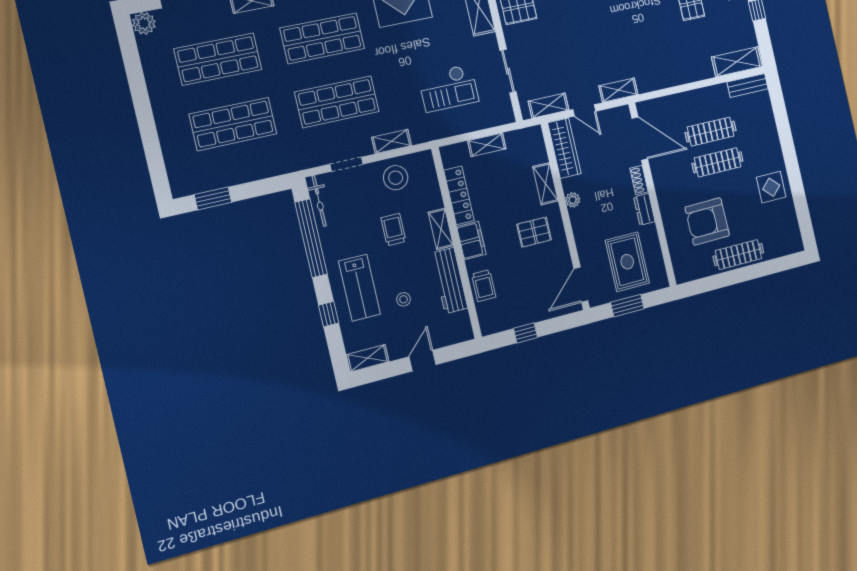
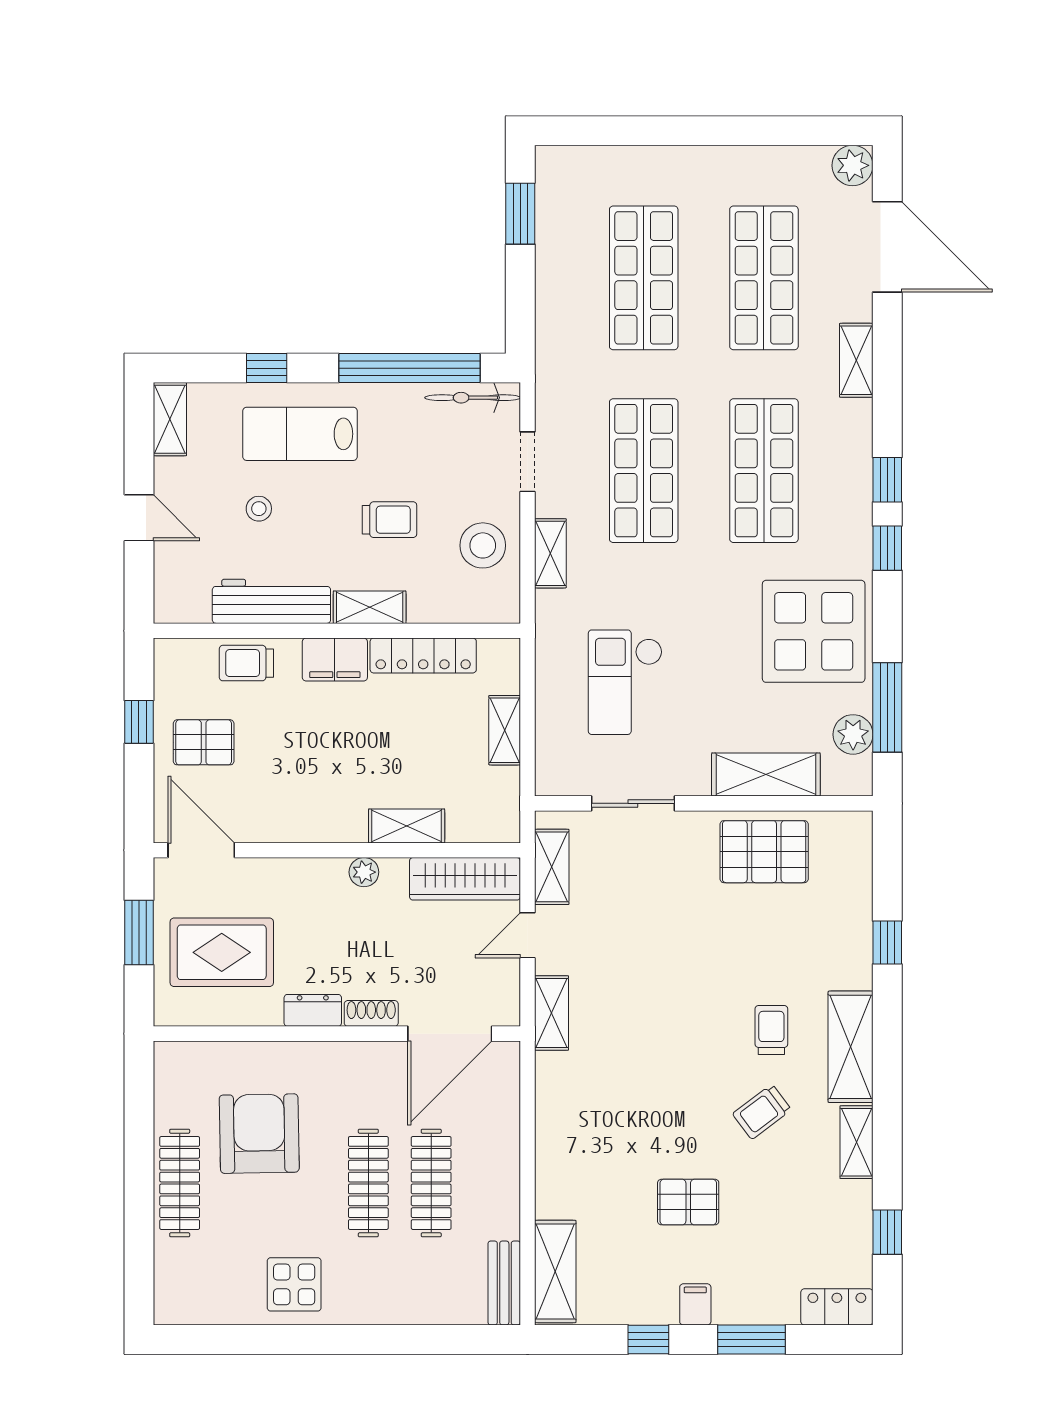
pallet: (534, 232) -> (204, 742), moved, turned 90

